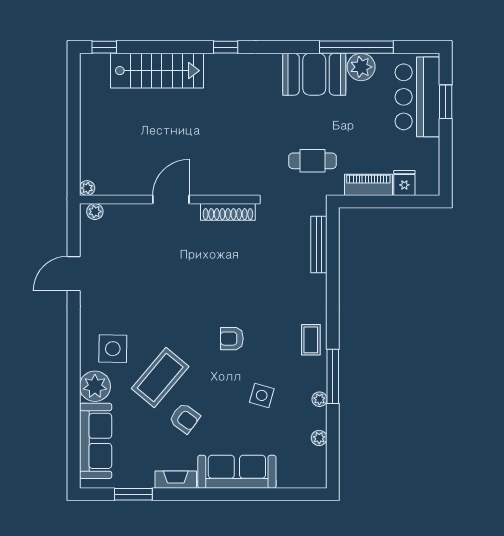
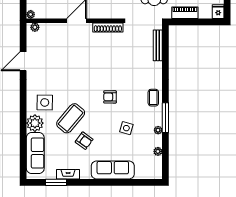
fridge: (404, 183) -> (218, 12), moved
fireplace: (176, 480) -> (68, 174), moved

